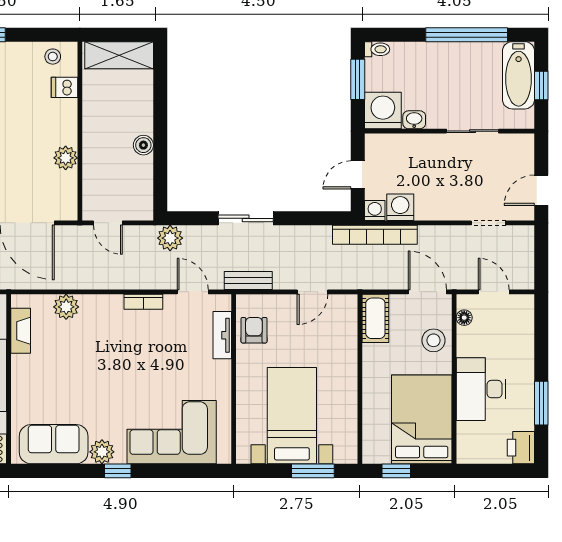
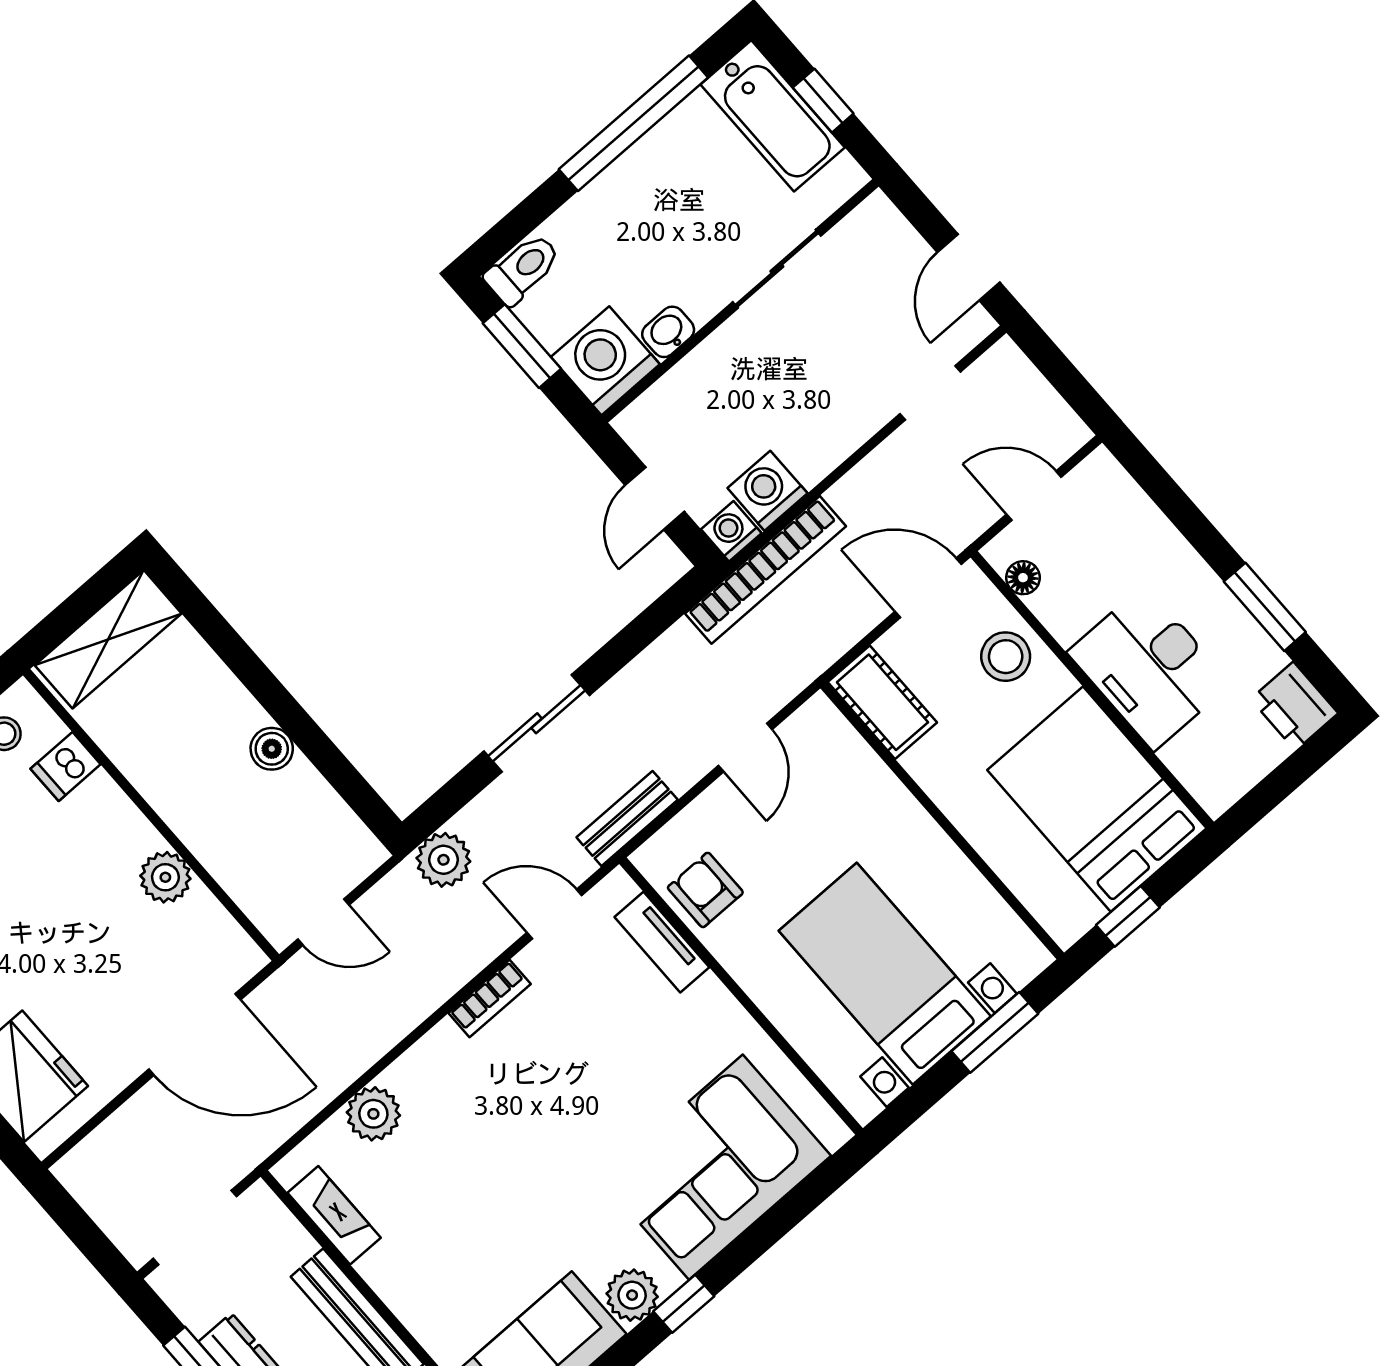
toilet: (377, 49) -> (523, 269), width x1.37, depth x1.39

